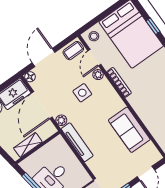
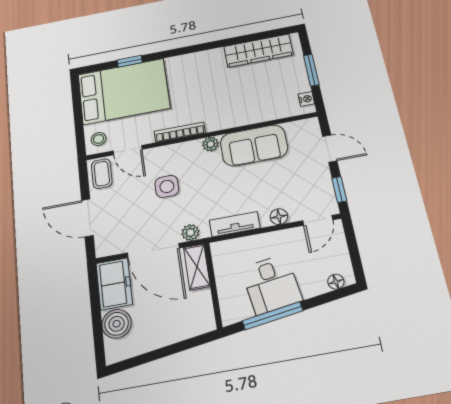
plant: (98, 75) -> (211, 144), moved
floor lamp: (30, 77) -> (279, 217), moved
tv unit: (77, 142) -> (235, 224), width x0.71
shelving: (28, 145) -> (197, 267), moved

